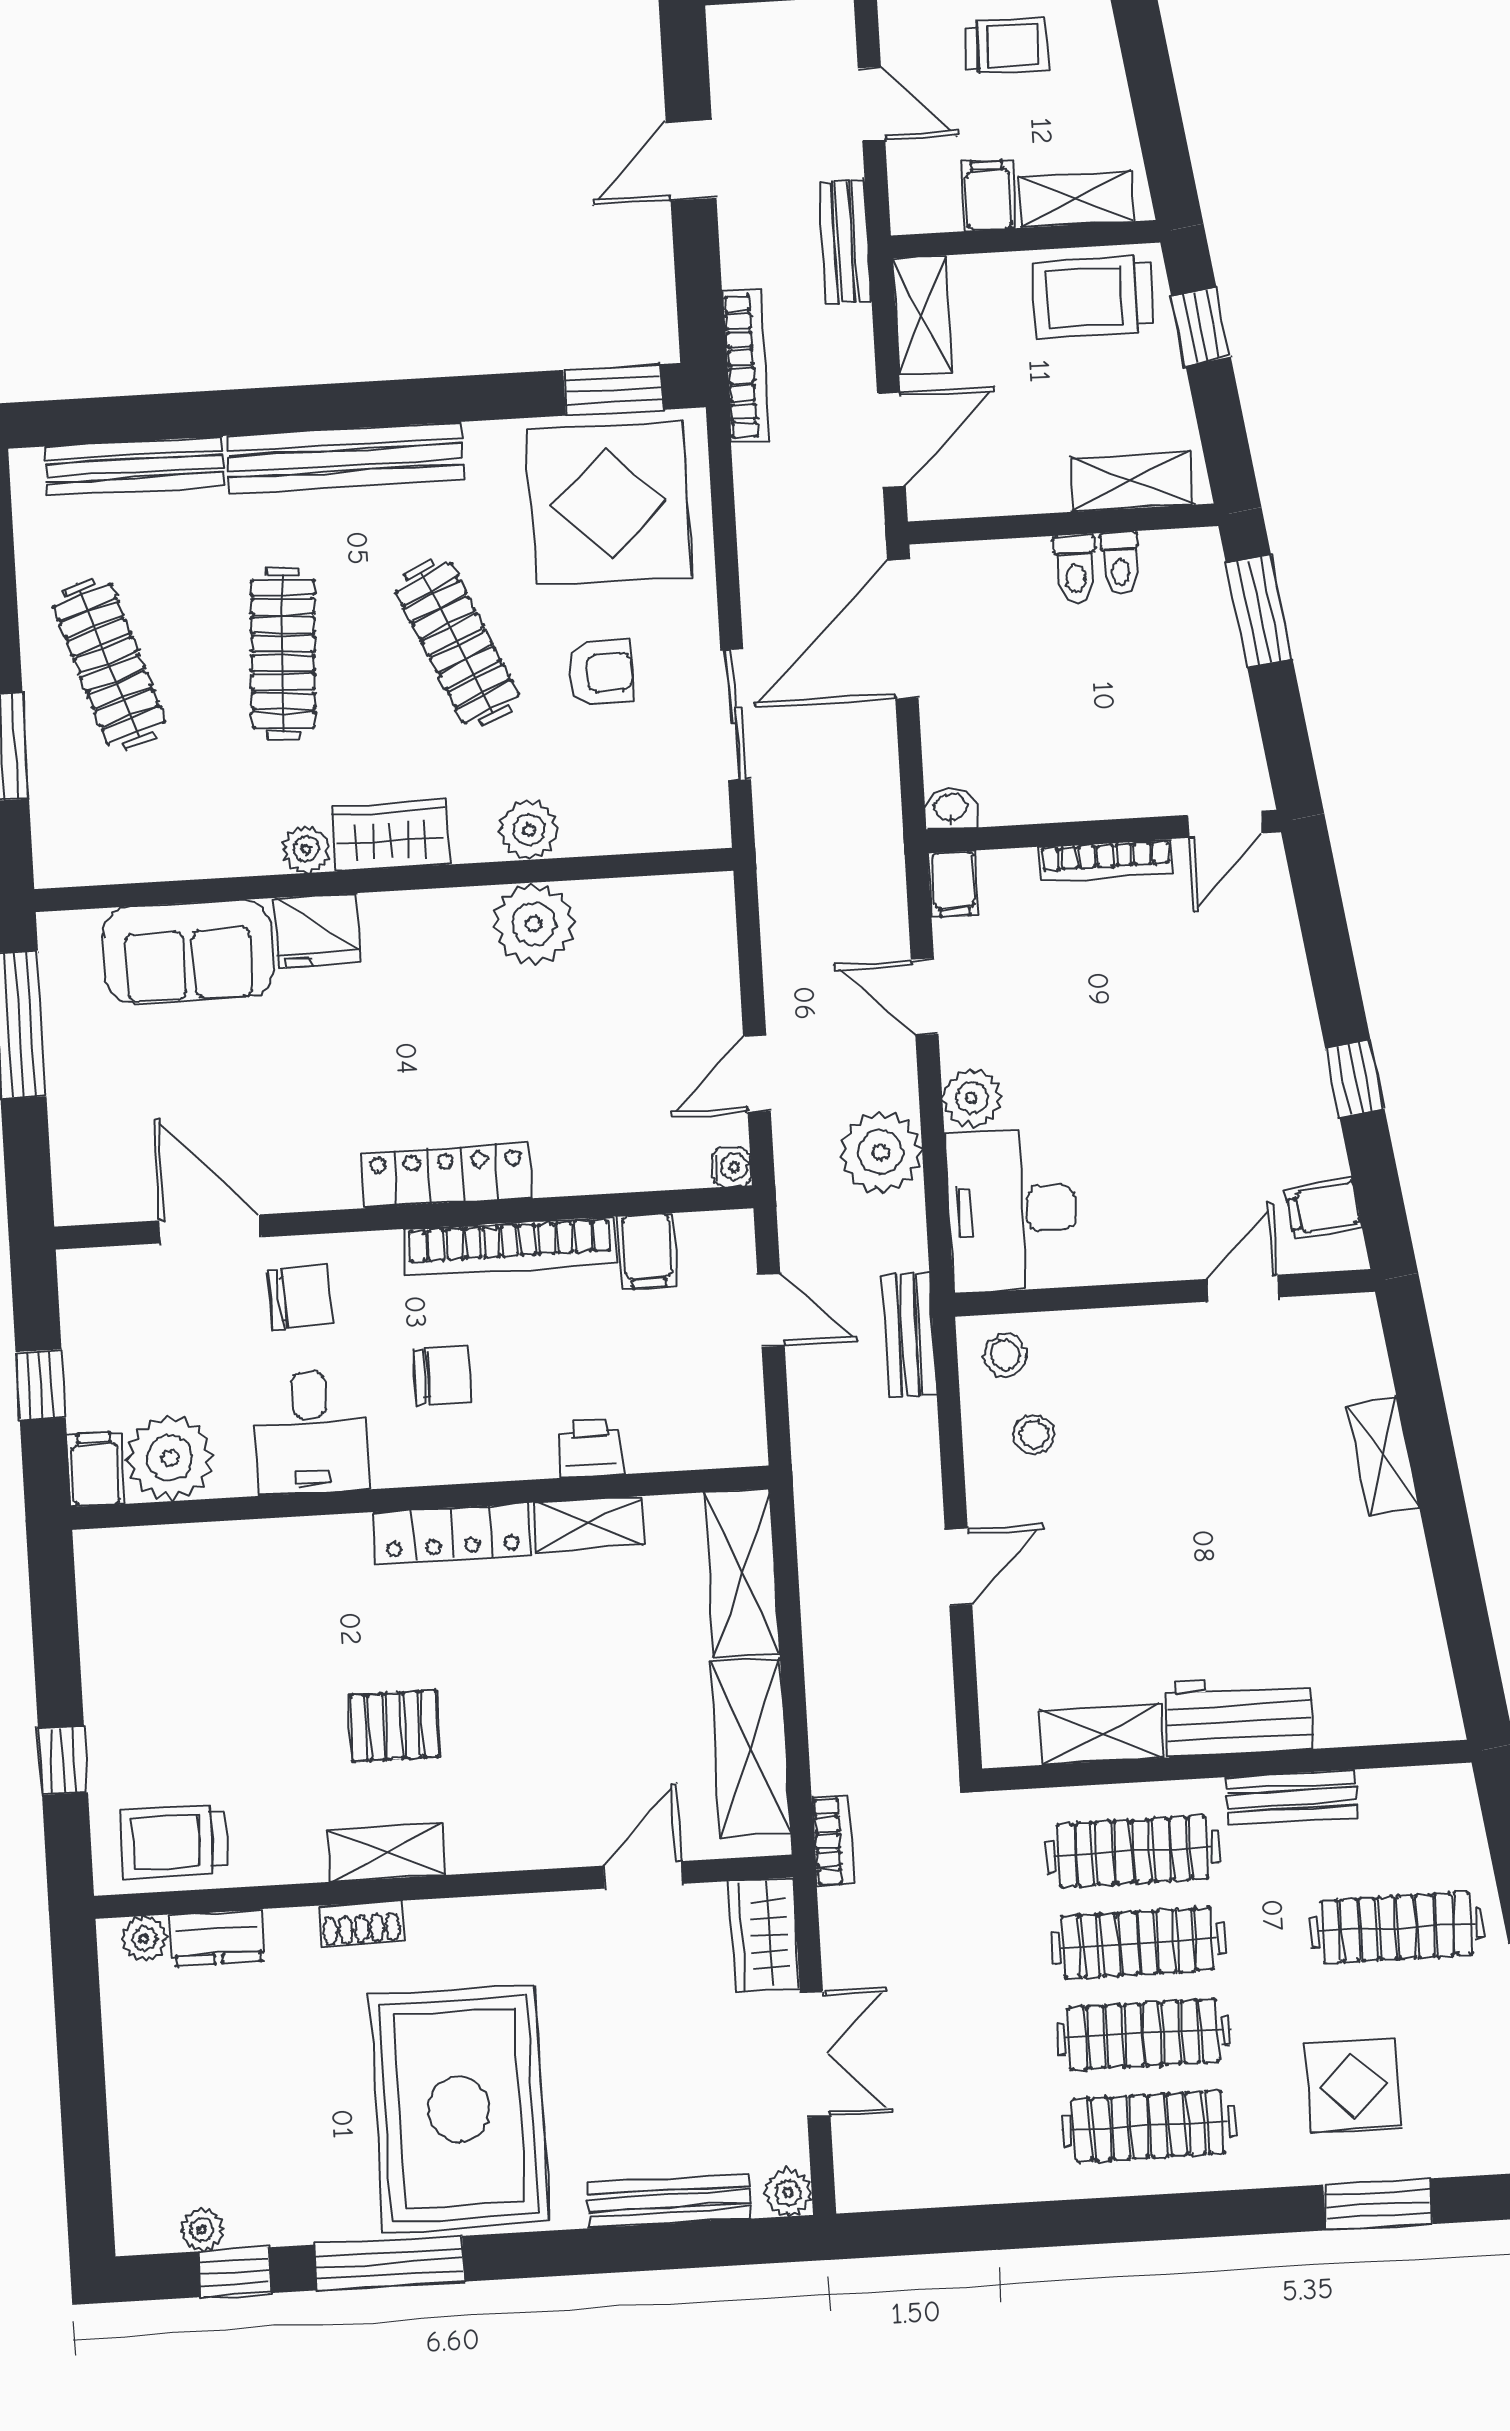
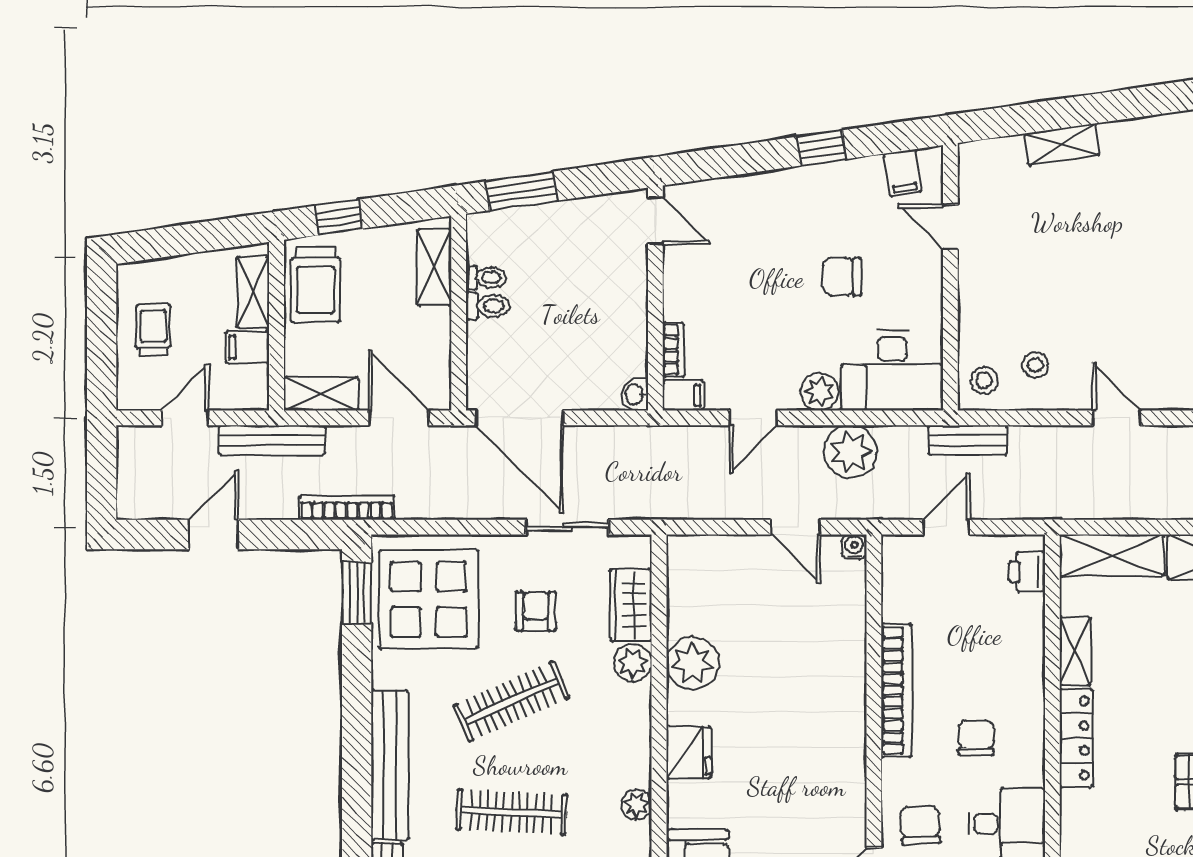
door: (691, 160) -> (214, 534), swing flipped
bench: (845, 242) -> (272, 440), width x1.36
wardrobe: (391, 835) -> (631, 605), moved
bookcase: (1106, 860) -> (673, 350), moved, width x0.64
fridge: (317, 931) -> (689, 752), moved
chair: (1155, 1123) -> (842, 277), added
locker: (446, 1175) -> (849, 728), removed
filing cabinet: (648, 1251) -> (905, 603), removed
printer: (591, 1448) -> (1027, 572), moved

